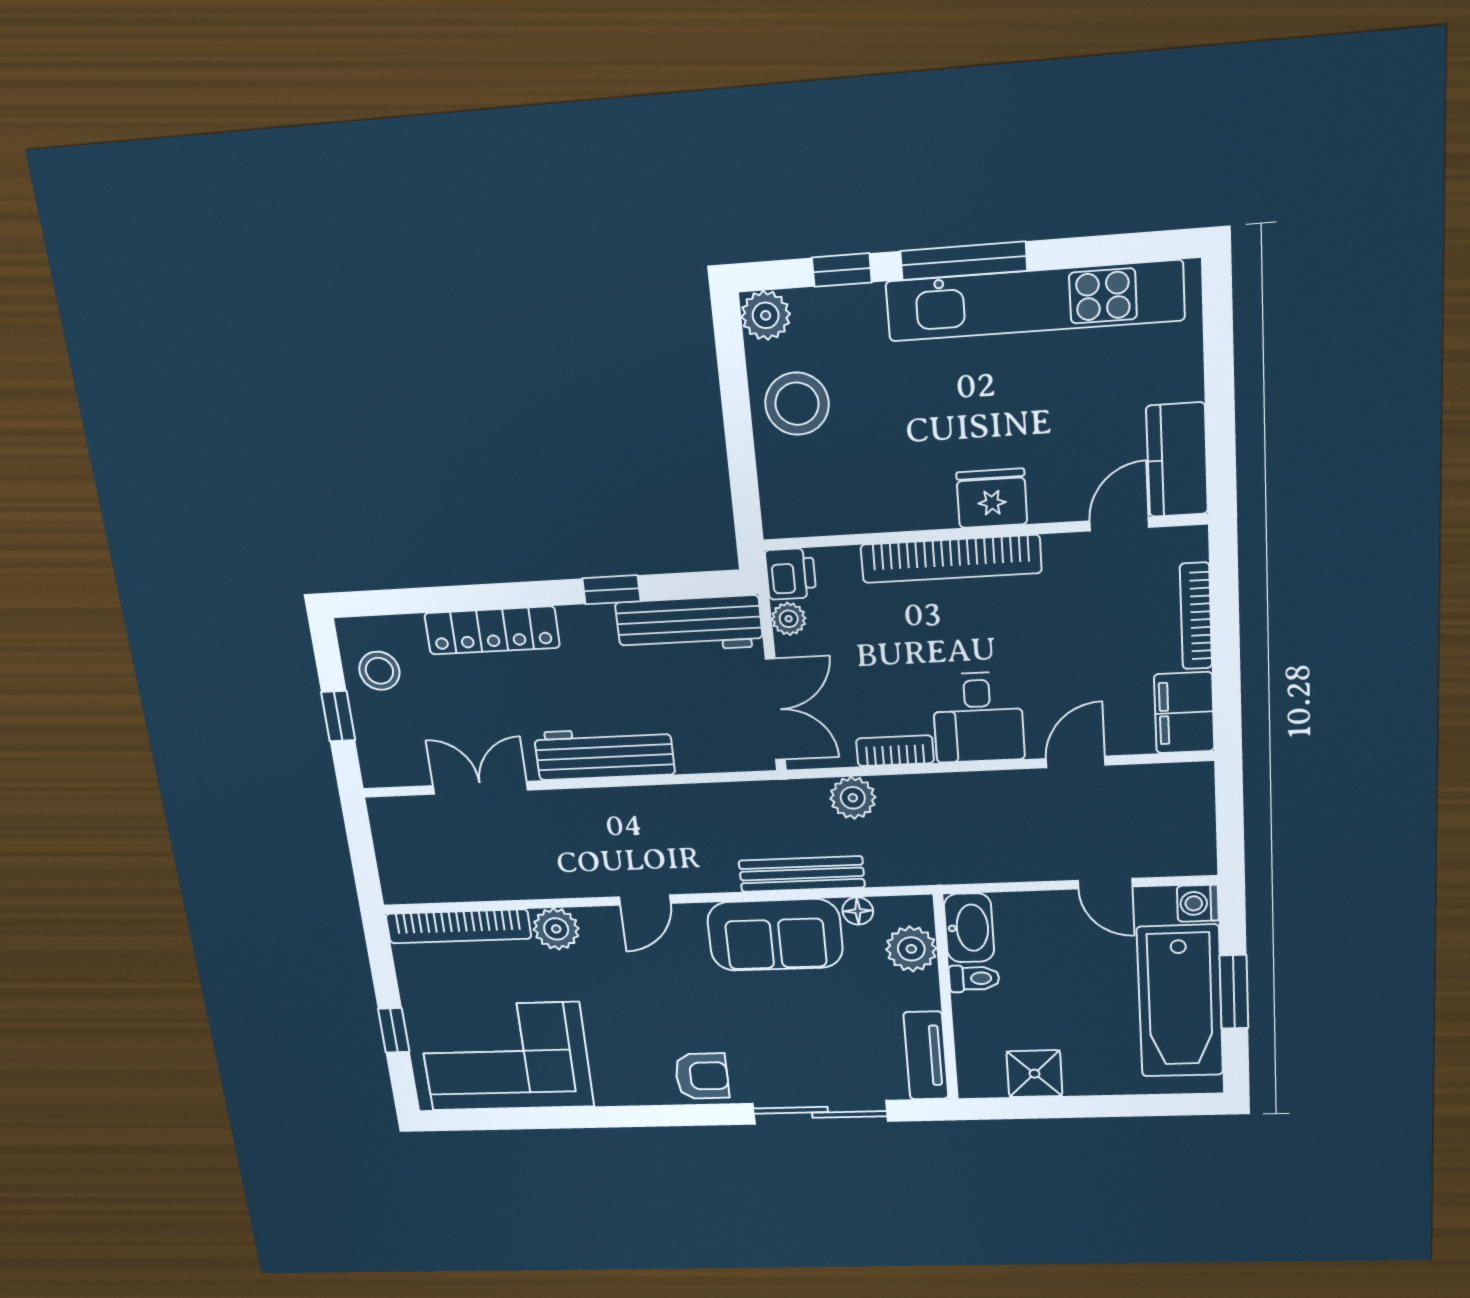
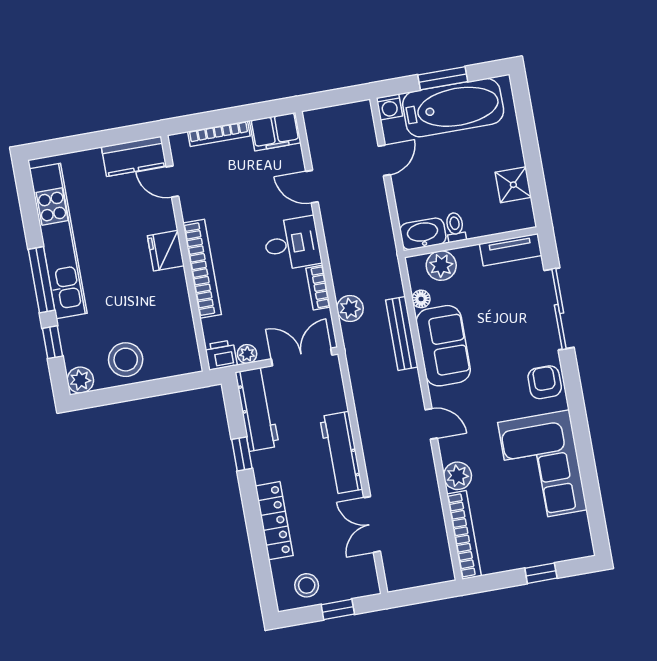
corner sofa: (505, 1057) -> (542, 466), moved

